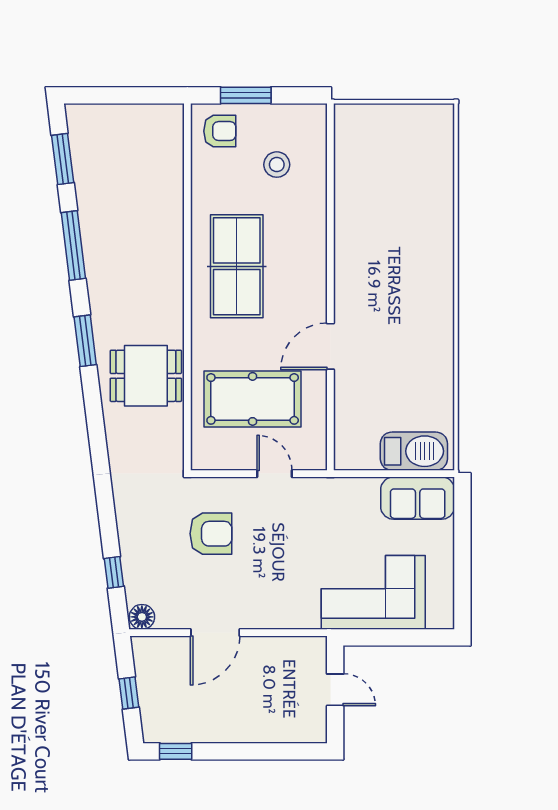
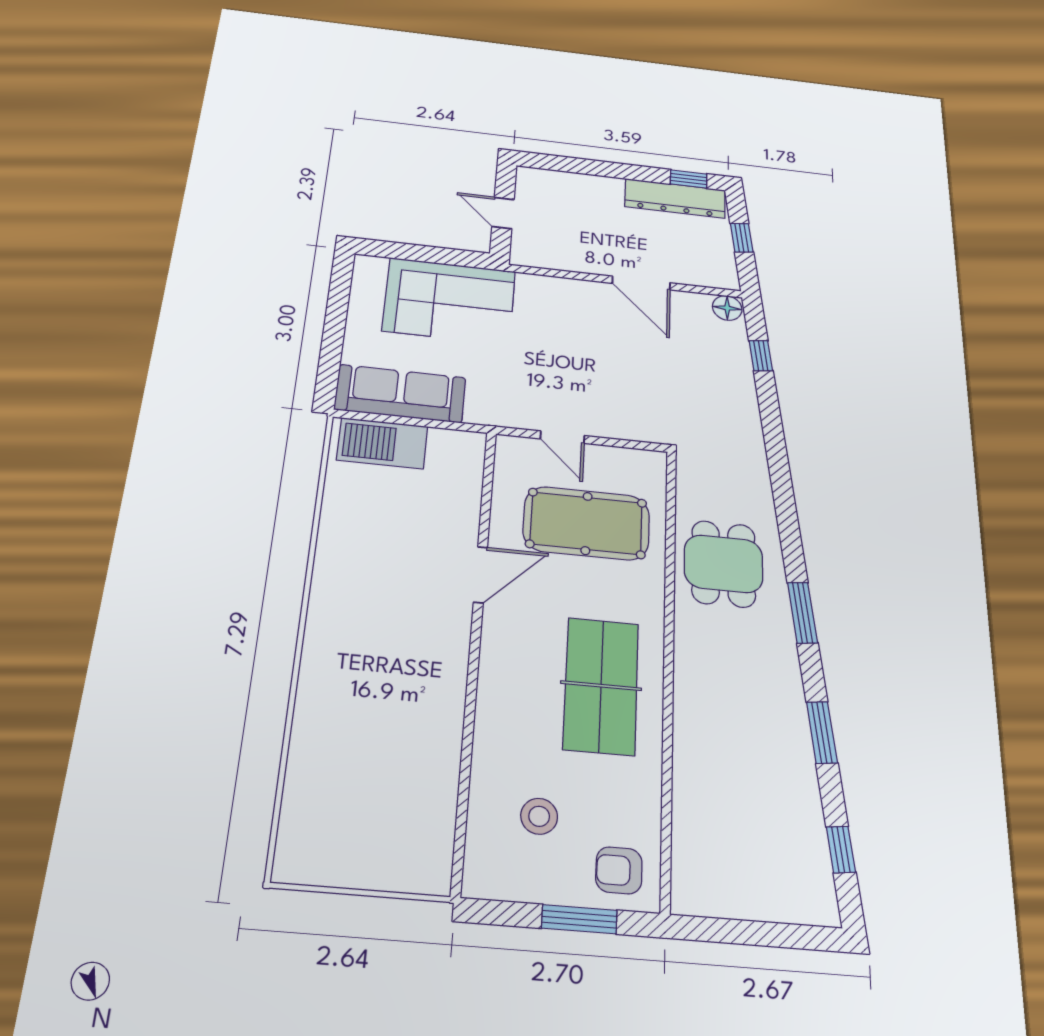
window: (63, 159) -> (841, 849), width x0.67
window: (73, 246) -> (822, 732), width x0.69
dining table: (146, 376) -> (724, 564), turned 90
sofa: (418, 498) -> (400, 394), width x1.36
armchair: (211, 534) -> (644, 382), removed
door: (215, 633) -> (641, 283), swing flipped
dresser: (187, 728) -> (675, 198), added

